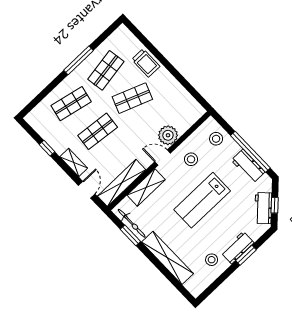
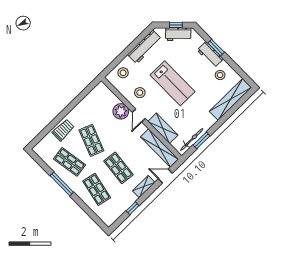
window: (250, 152) -> (133, 45), removed
workbench: (248, 166) -> (145, 47), width x1.38
shelving: (167, 258) -> (230, 99), moved

